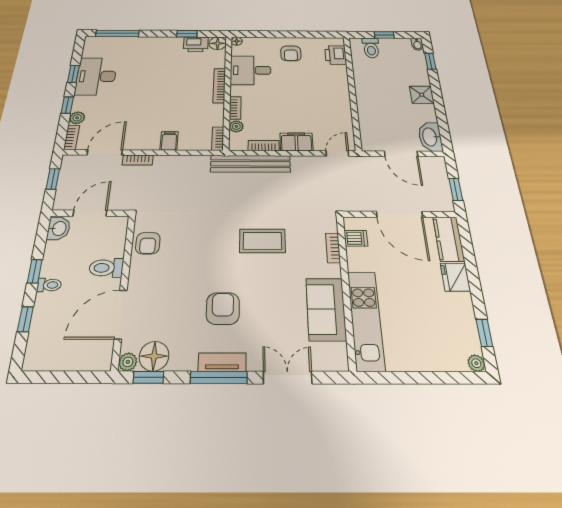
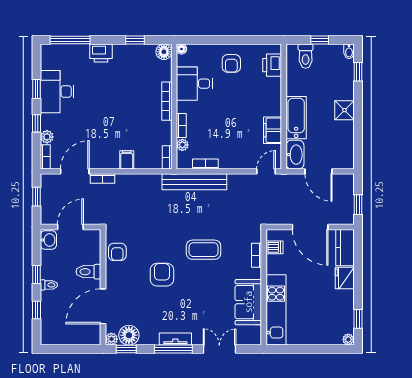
printer: (196, 44) -> (101, 53), moved
bathtub: (367, 101) -> (296, 118), added
washbasin: (430, 137) -> (295, 155), moved, turned 180
filing cabinet: (296, 142) -> (273, 130), moved, turned -90
armchair: (223, 309) -> (162, 275), moved

